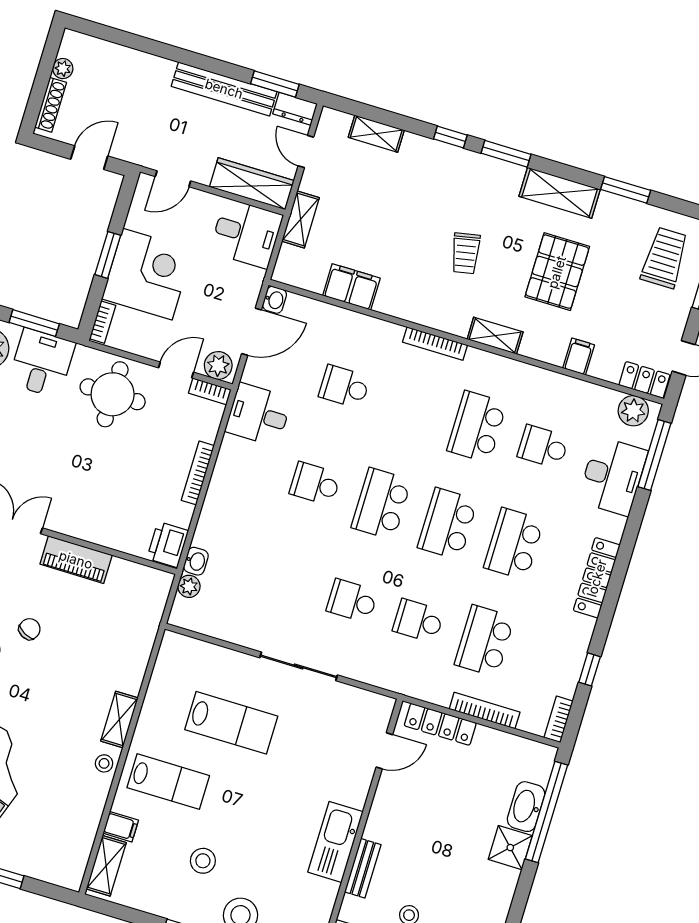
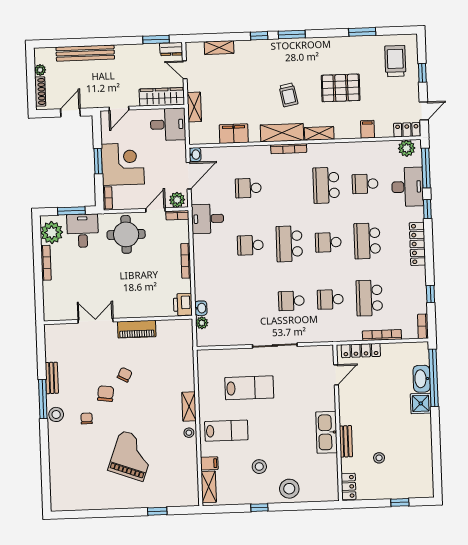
bench: (224, 89) -> (85, 53), moved
shelving: (560, 193) -> (282, 133), moved
pallet: (557, 272) -> (341, 88), turned 90
school desk: (448, 524) -> (328, 242), width x0.54
window: (633, 525) -> (427, 209), added

